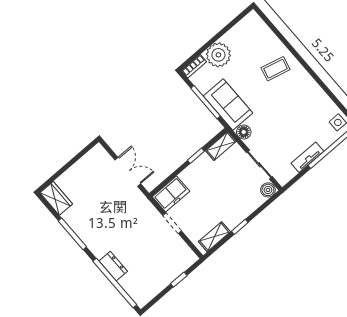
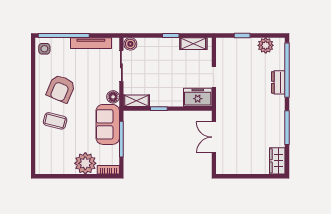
armchair: (294, 100) -> (61, 89), added
tv unit: (307, 157) -> (91, 43), width x1.41
plant: (151, 288) -> (266, 45), added

